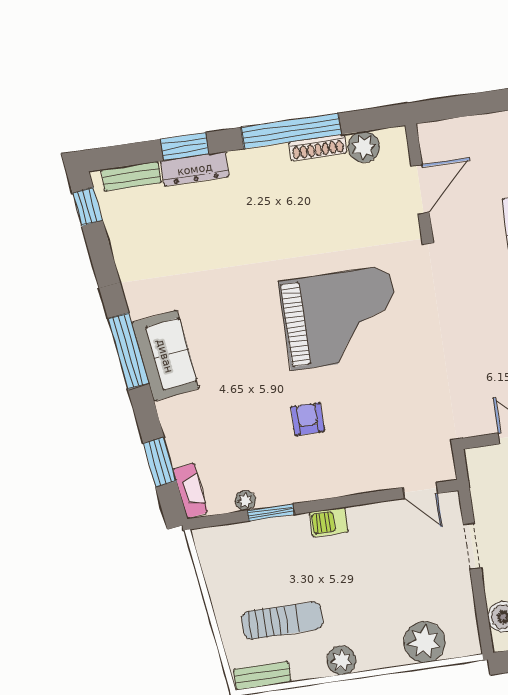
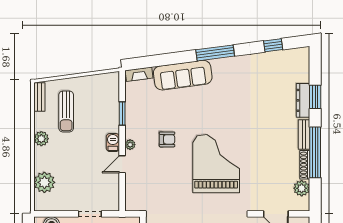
bench: (131, 176) -> (304, 135), moved
window: (87, 207) -> (273, 45), moved
grand piano: (340, 318) -> (216, 164), turned 180
sofa: (165, 356) -> (183, 75), moved, width x1.36
window: (160, 462) -> (156, 61), removed
door: (420, 490) -> (122, 164), moved
plant: (245, 500) -> (130, 145), moved

